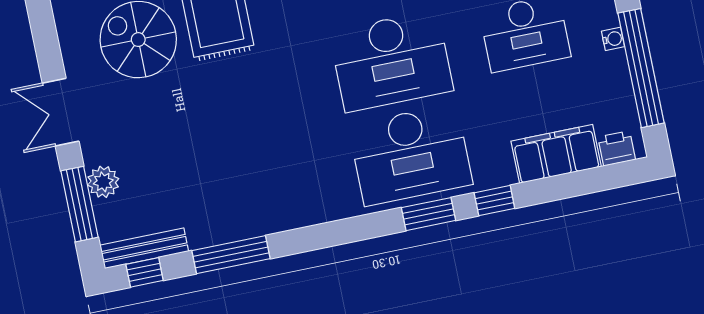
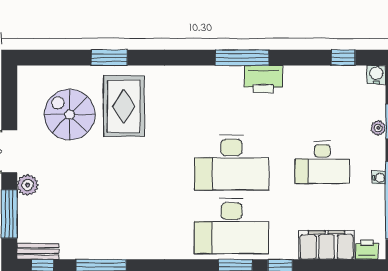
plant: (103, 182) -> (28, 185), moved
bench: (144, 248) -> (38, 251), width x0.73

